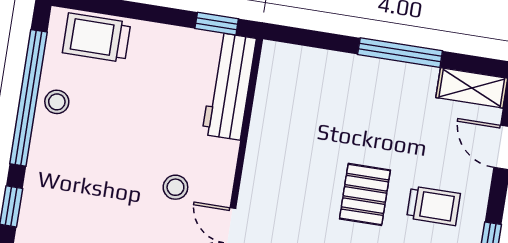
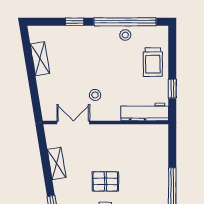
window: (217, 24) -> (172, 89), moved
trolley: (97, 38) -> (153, 62), moved, turned 180

